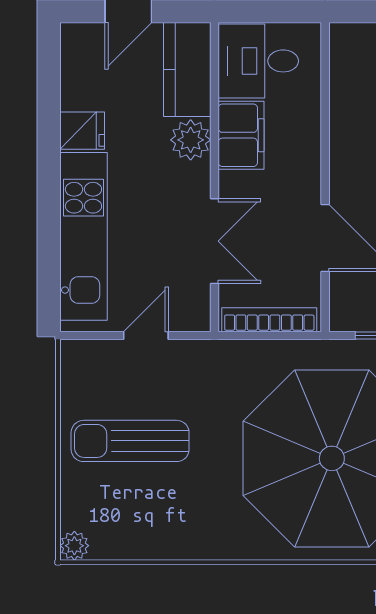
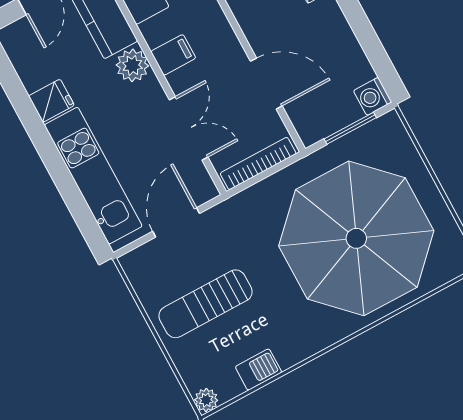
filing cabinet: (241, 135) -> (173, 55), width x0.50
door: (146, 336) -> (176, 222), width x1.38
barbecue: (149, 543) -> (258, 370), added

